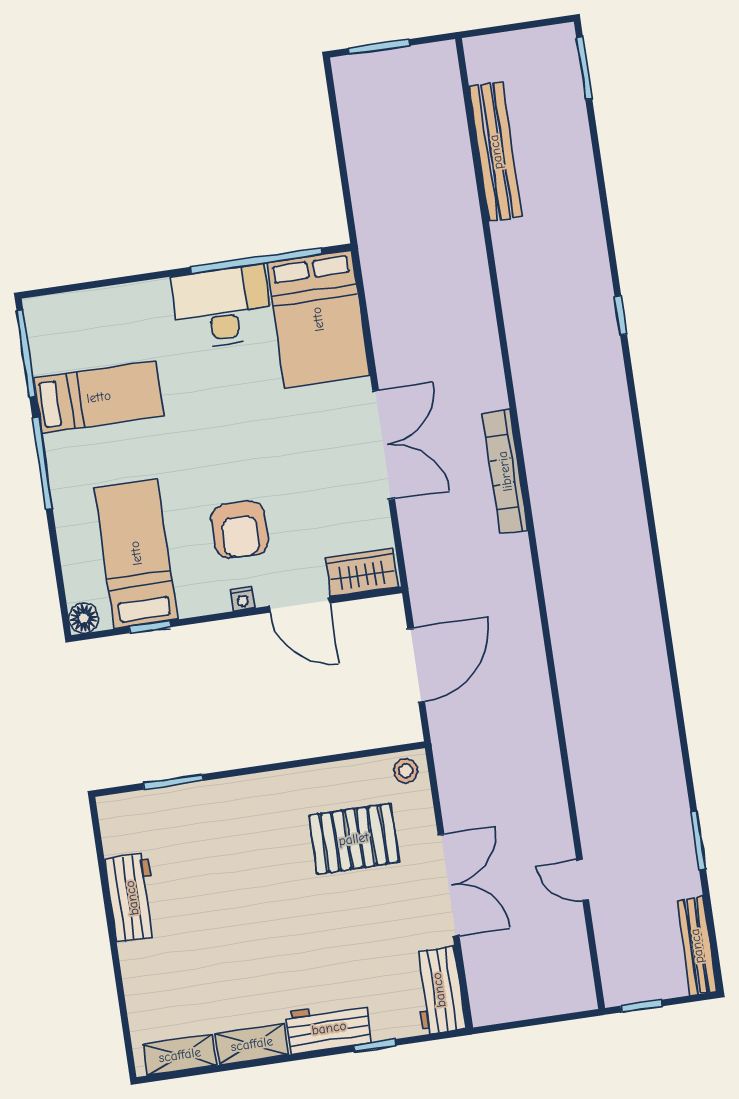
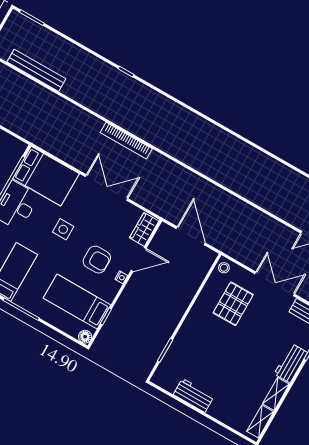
side table: (247, 426) -> (63, 229), added
bookcase: (505, 471) -> (126, 141), moved

